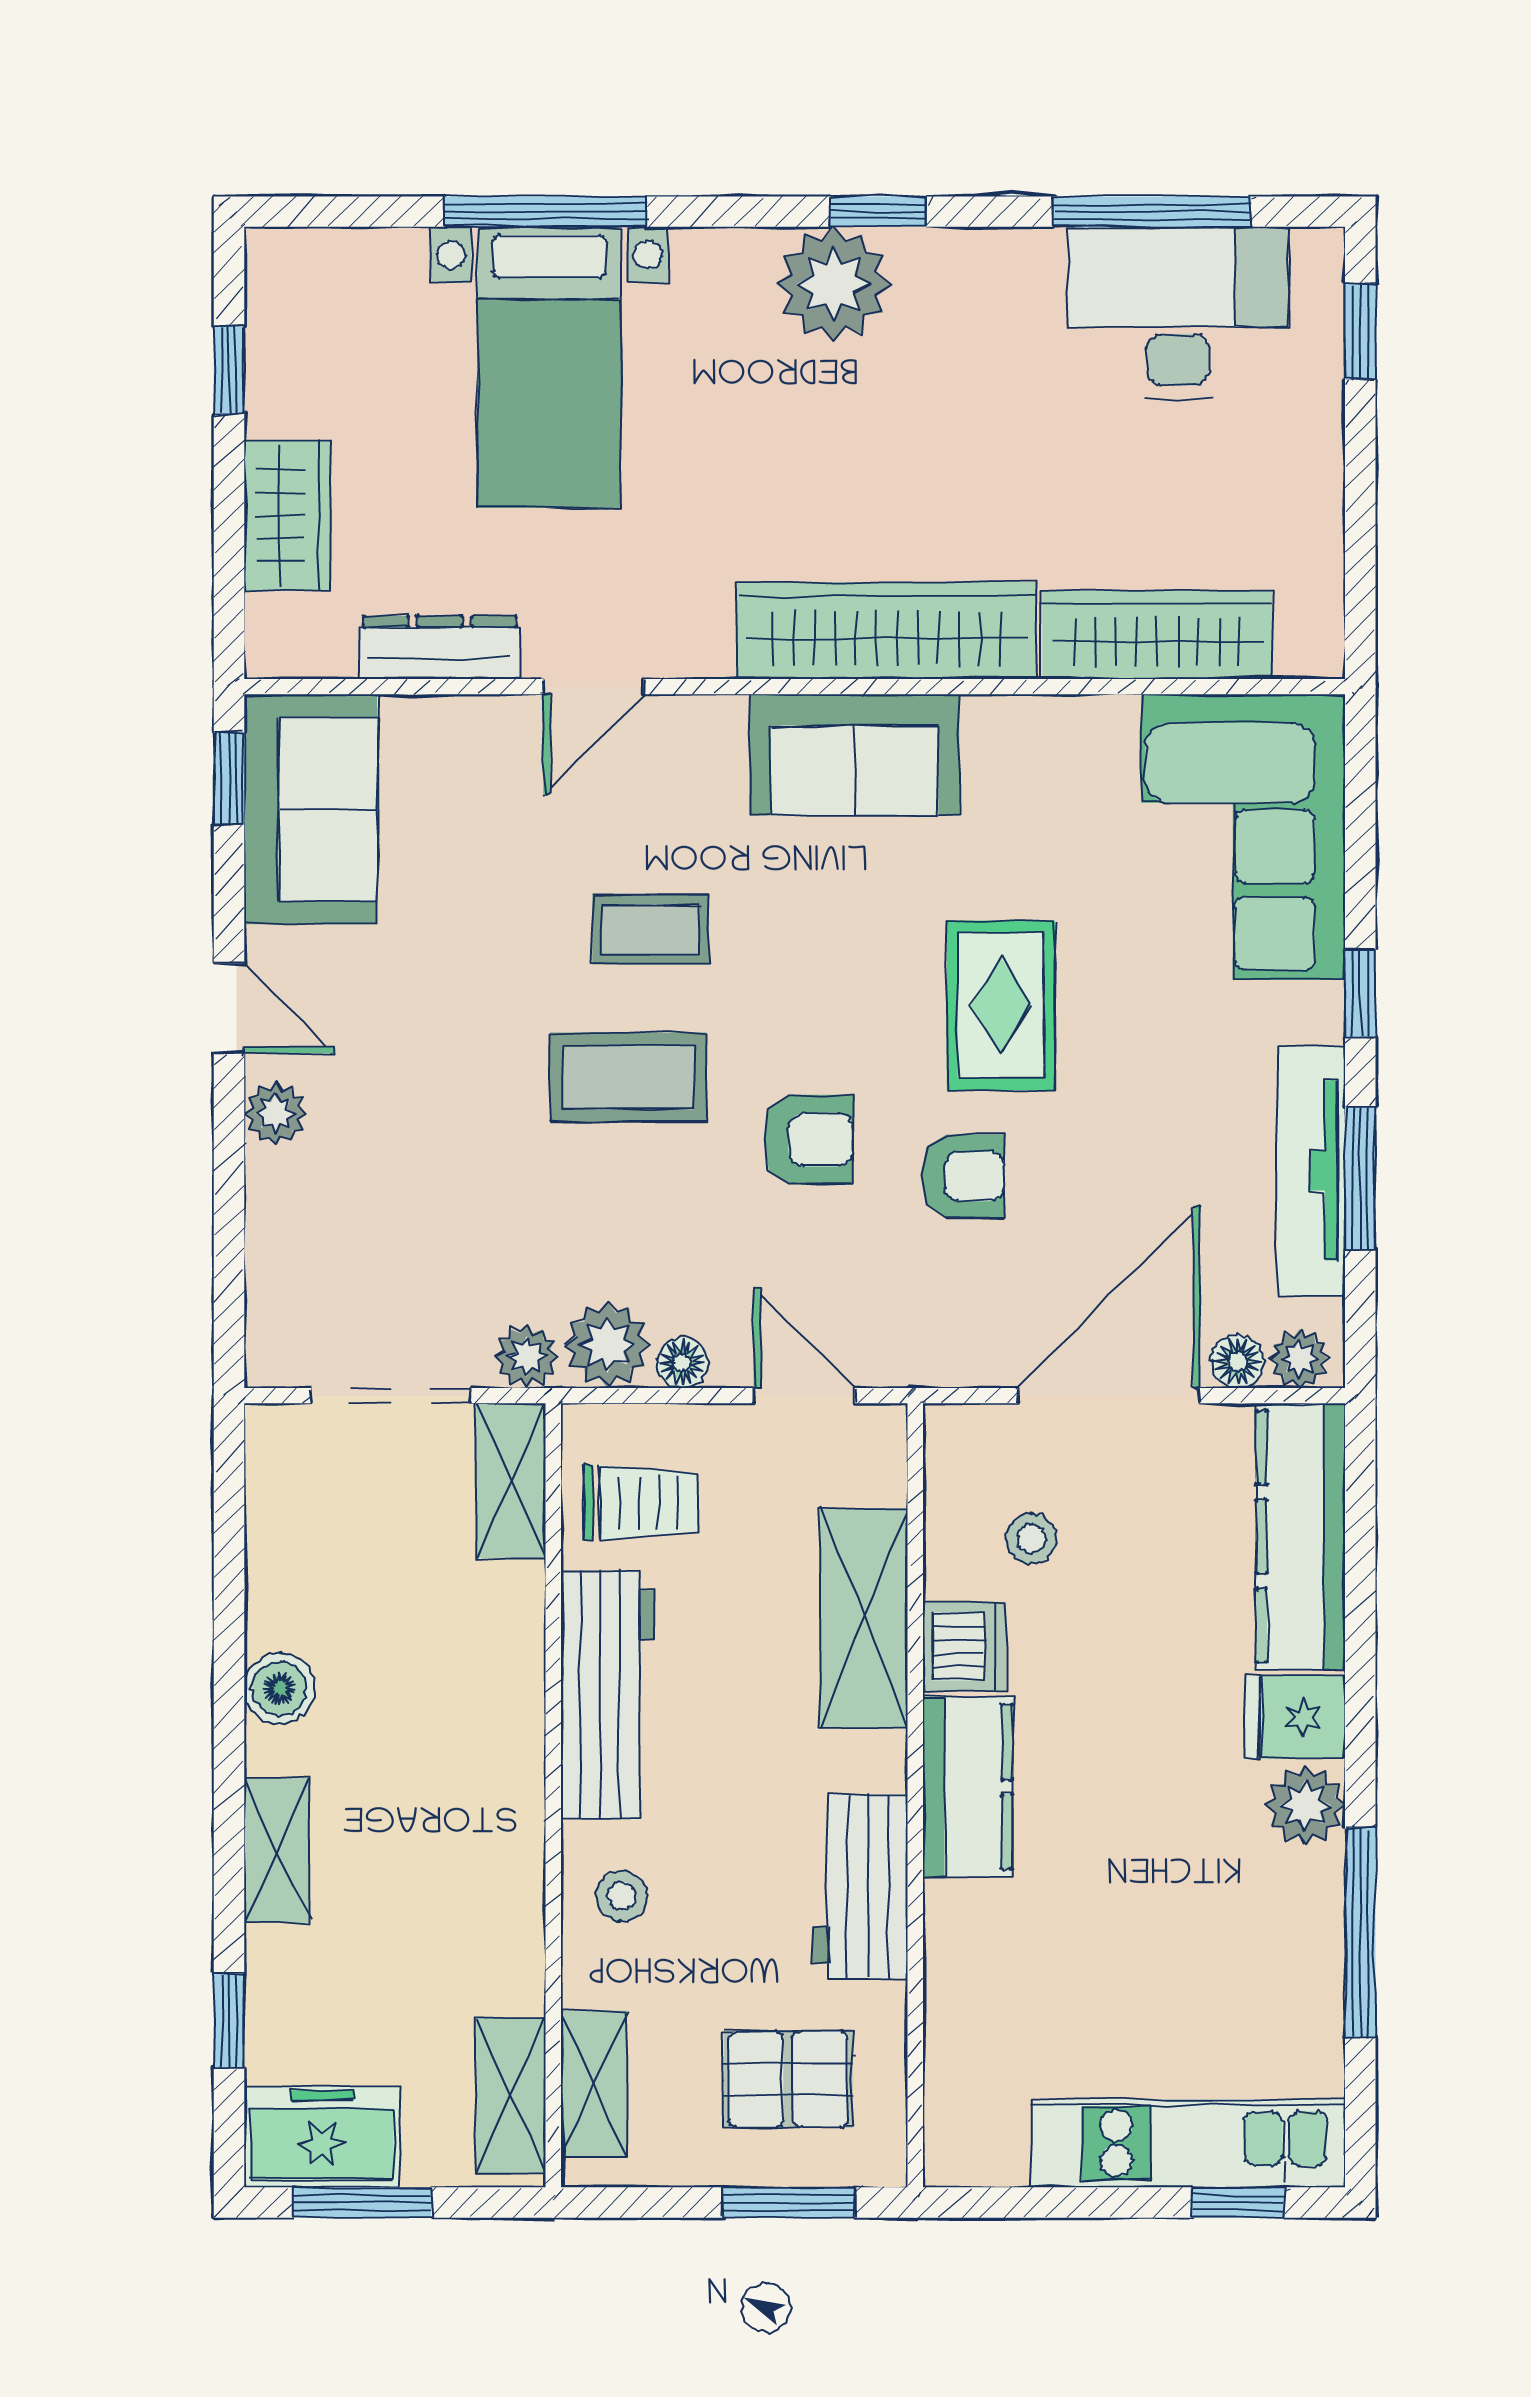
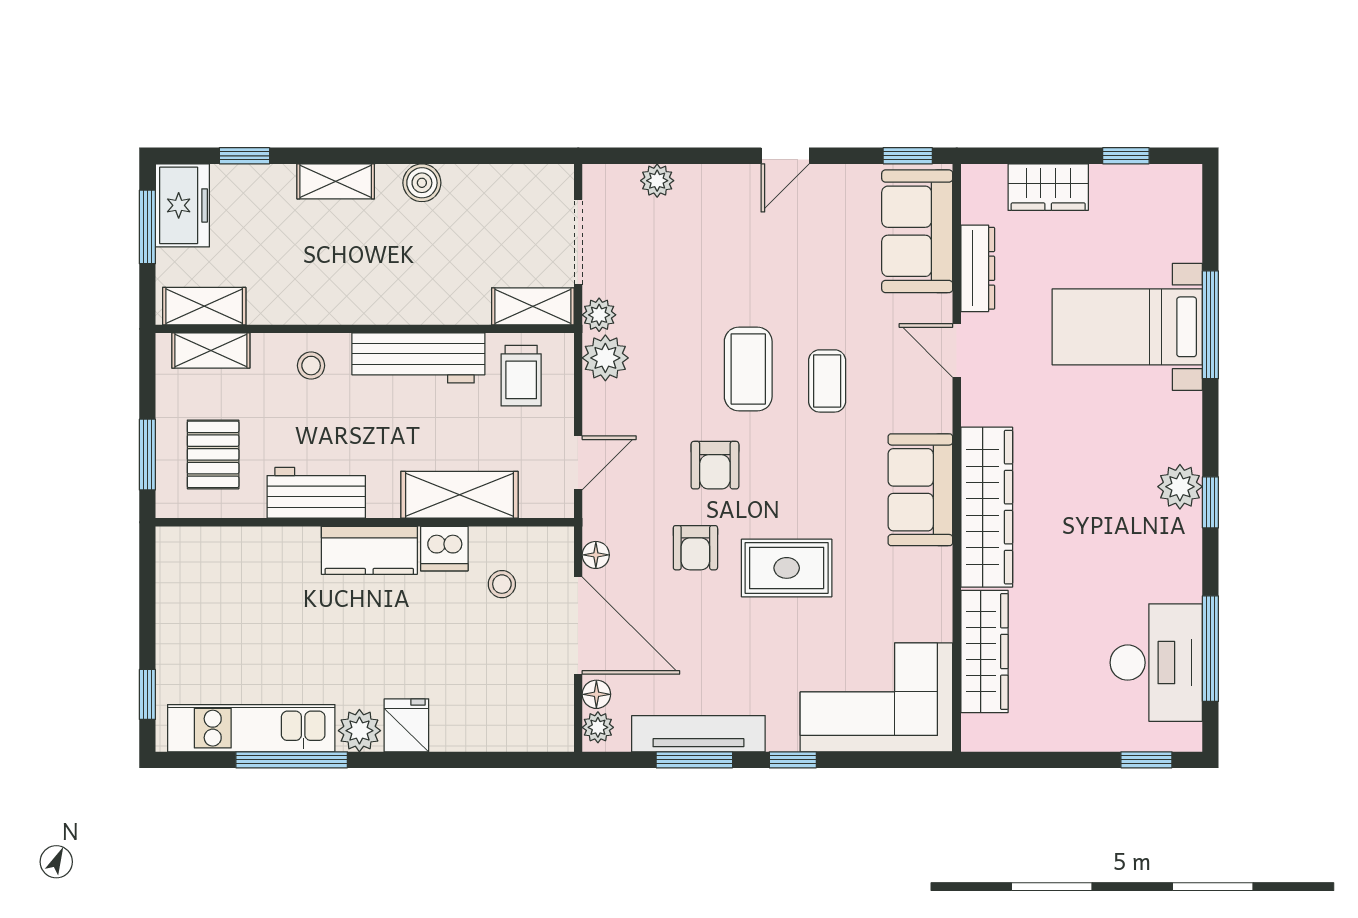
plant: (834, 284) -> (1180, 487), width x0.73, depth x0.73
sofa: (311, 809) -> (917, 231), moved, turned 90
plant: (275, 1113) -> (657, 181), moved
floor lamp: (682, 1363) -> (596, 555), moved
kitchen counter: (1301, 1536) -> (503, 728), removed
kitchen unit: (1188, 2143) -> (251, 728), moved, turned -90

